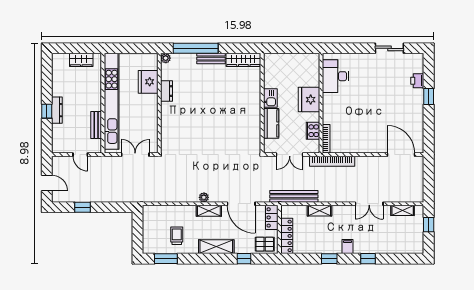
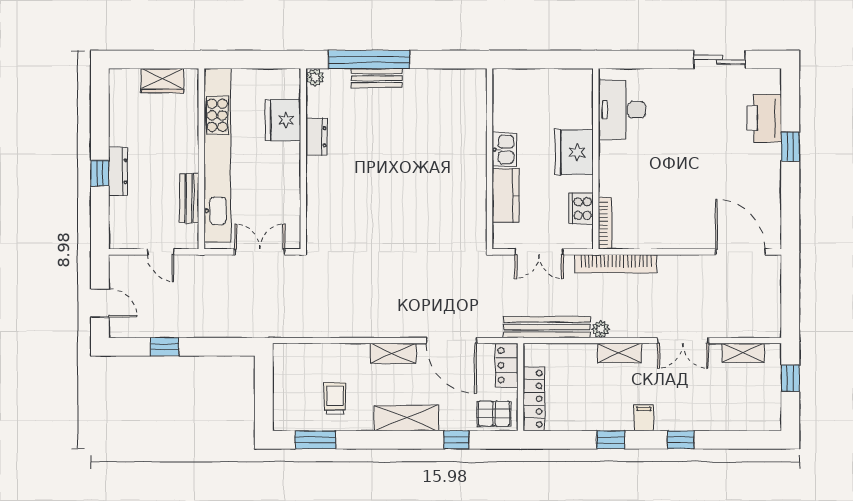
bench: (211, 59) -> (377, 78), moved
wardrobe: (243, 60) -> (455, 81), removed
printer: (417, 81) -> (764, 118), width x1.87, depth x1.48
plant: (204, 197) -> (601, 329), moved
shelving: (319, 211) -> (620, 353), moved

